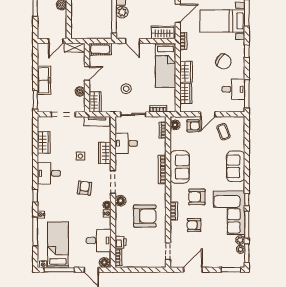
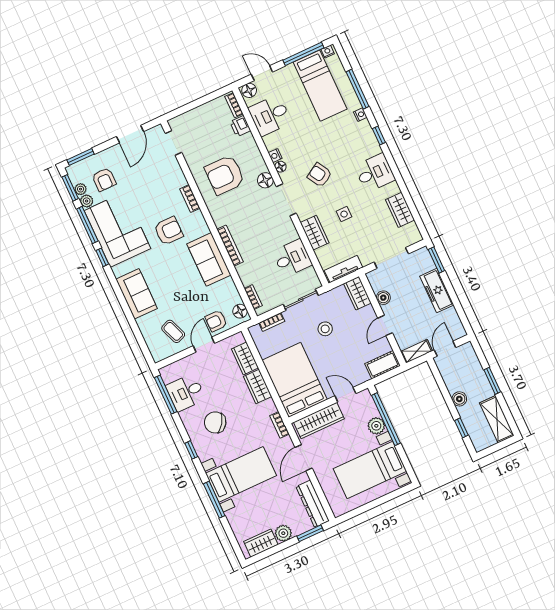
wardrobe: (163, 32) -> (319, 421), width x1.50
bed: (166, 65) -> (295, 380), width x1.50
armchair: (85, 188) -> (320, 175), turned 142
armchair: (194, 225) -> (104, 180), moved, turned 90

